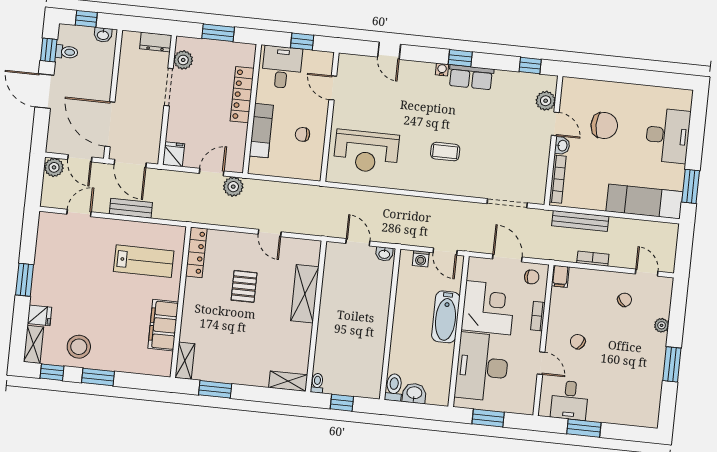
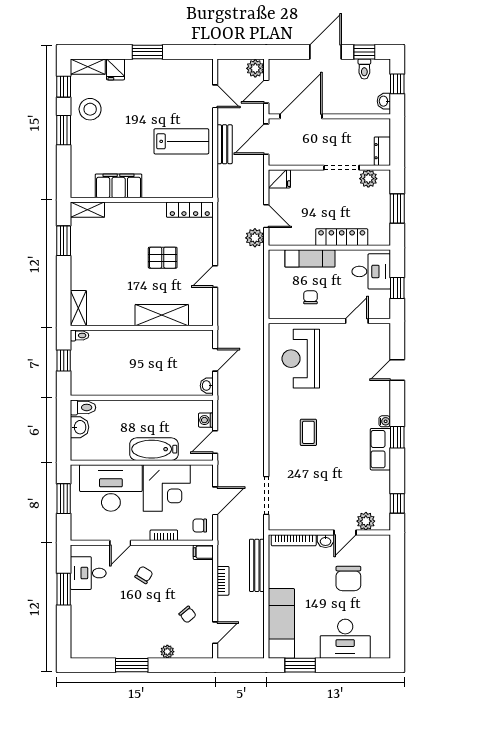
lab bench: (144, 261) -> (181, 141), moved, turned -90
chair: (532, 277) -> (200, 526), turned 90

